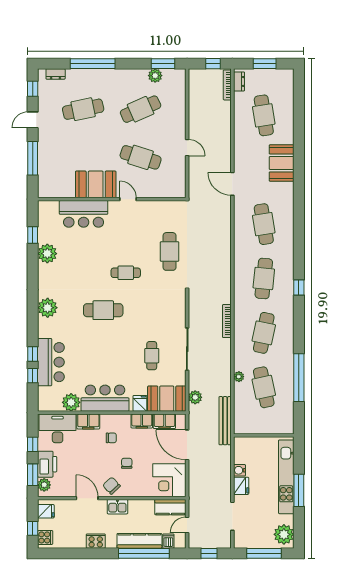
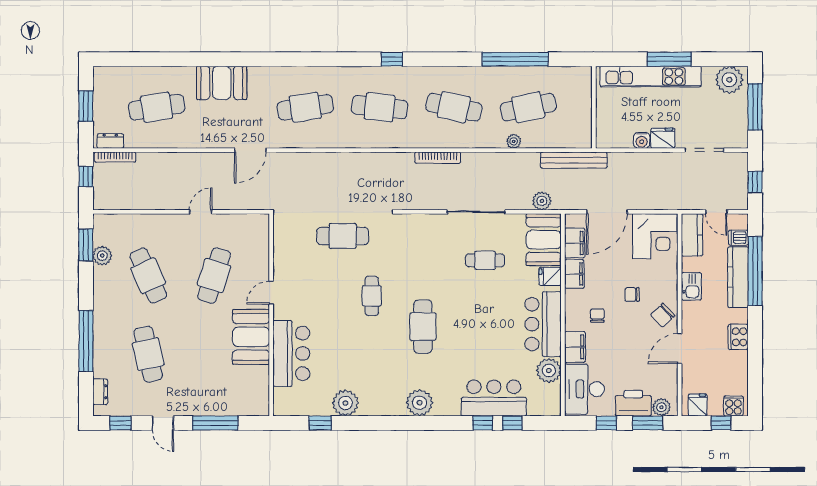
kitchen sink: (117, 507) -> (691, 286), moved

